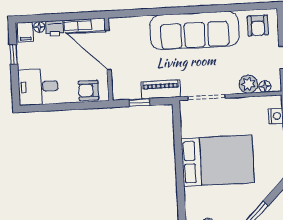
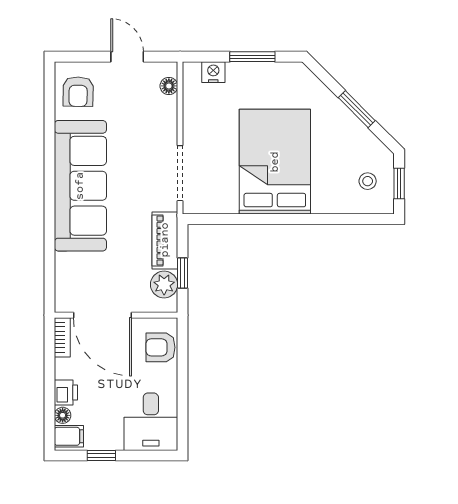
bookcase: (78, 25) -> (62, 337), moved
armchair: (258, 26) -> (78, 92), turned 91
door: (108, 50) -> (102, 315), hinge flipped
plant: (248, 84) -> (164, 284), moved
armchair: (89, 90) -> (160, 347), turned 90

